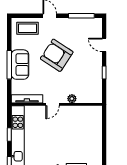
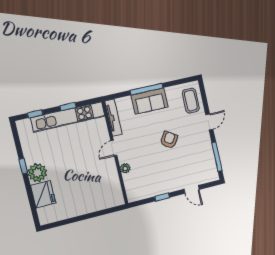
door: (104, 45) -> (192, 189), swing flipped
armchair: (57, 55) -> (169, 140), width x0.53, depth x0.53
door: (52, 104) -> (114, 148), hinge flipped

